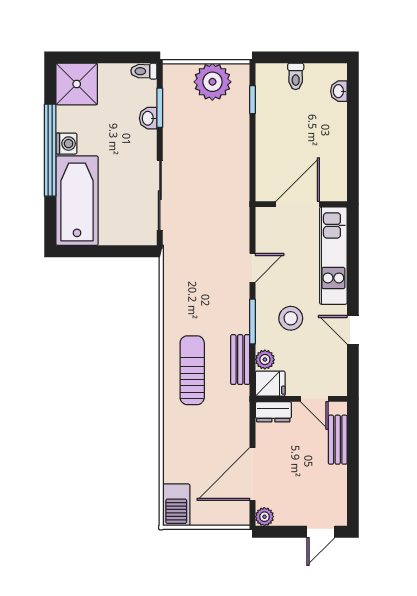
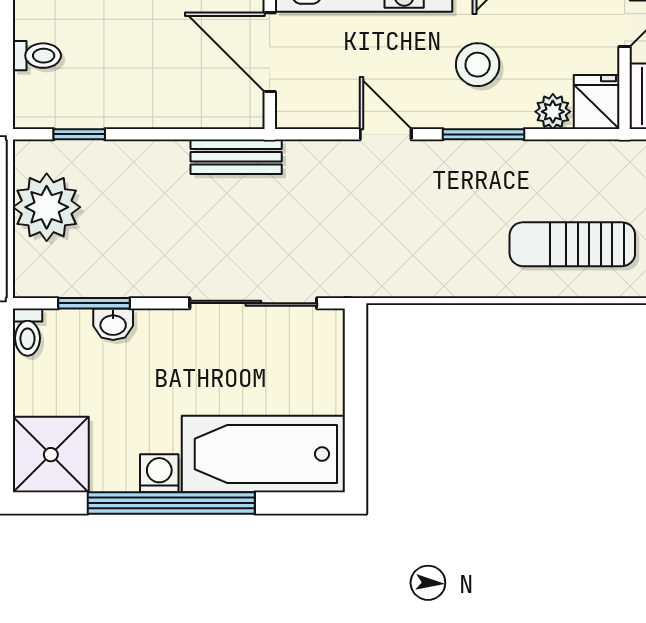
bench: (240, 360) -> (236, 157), moved

